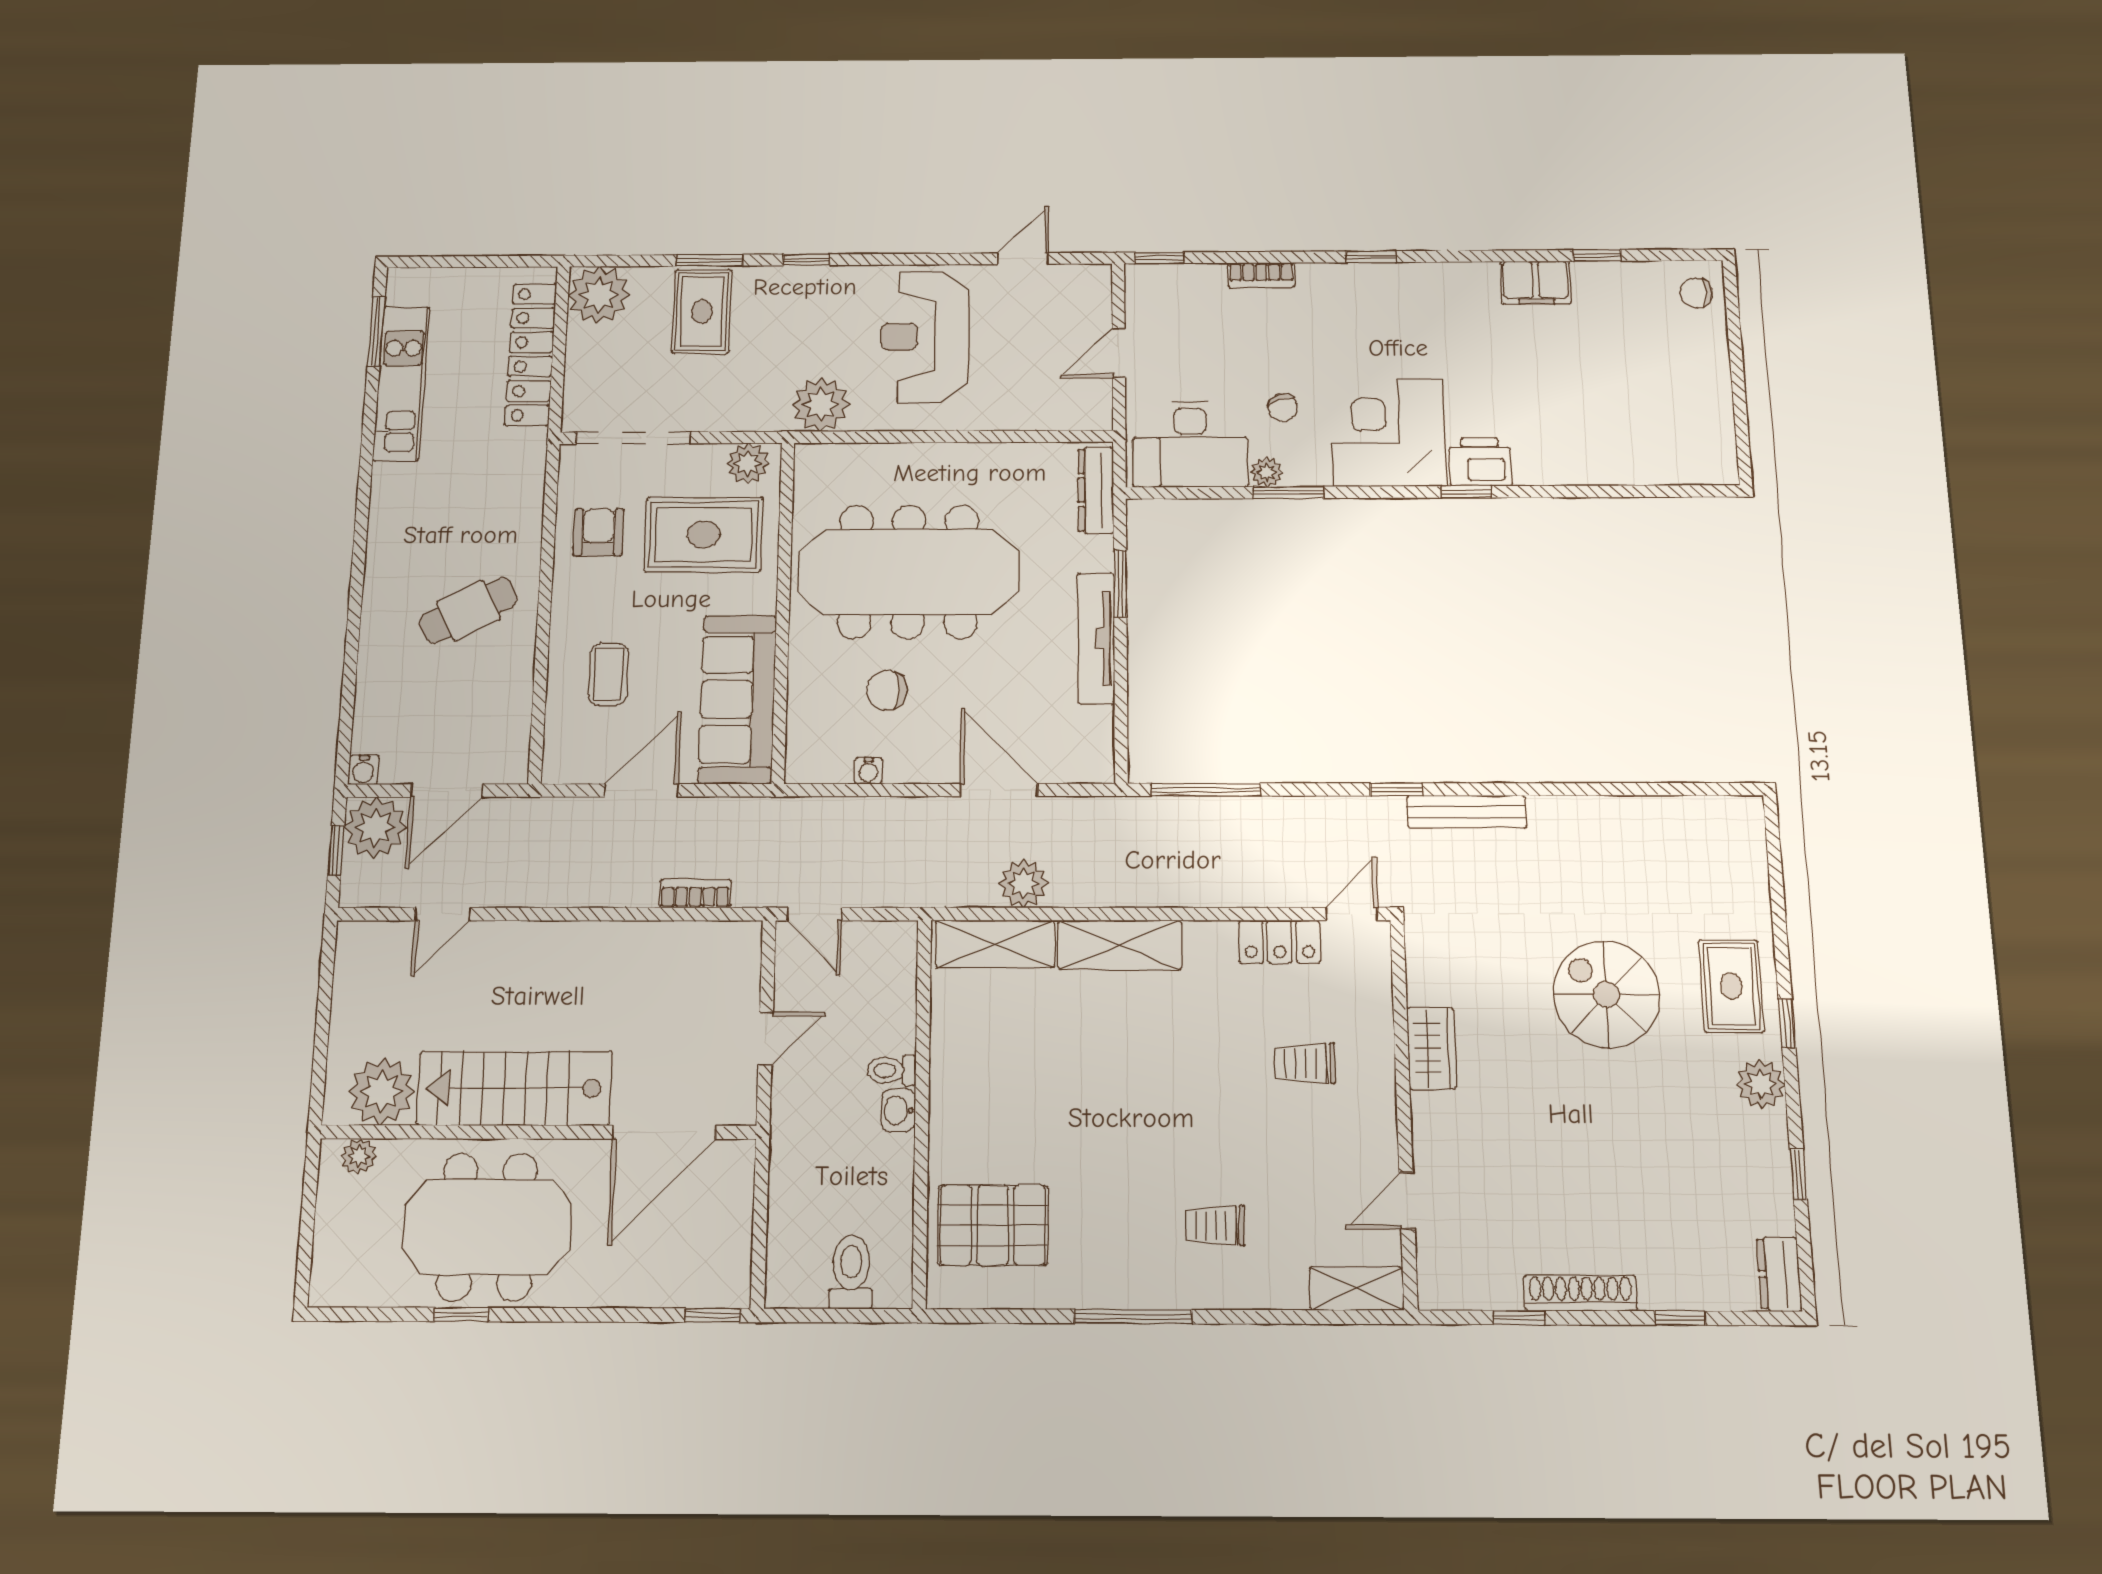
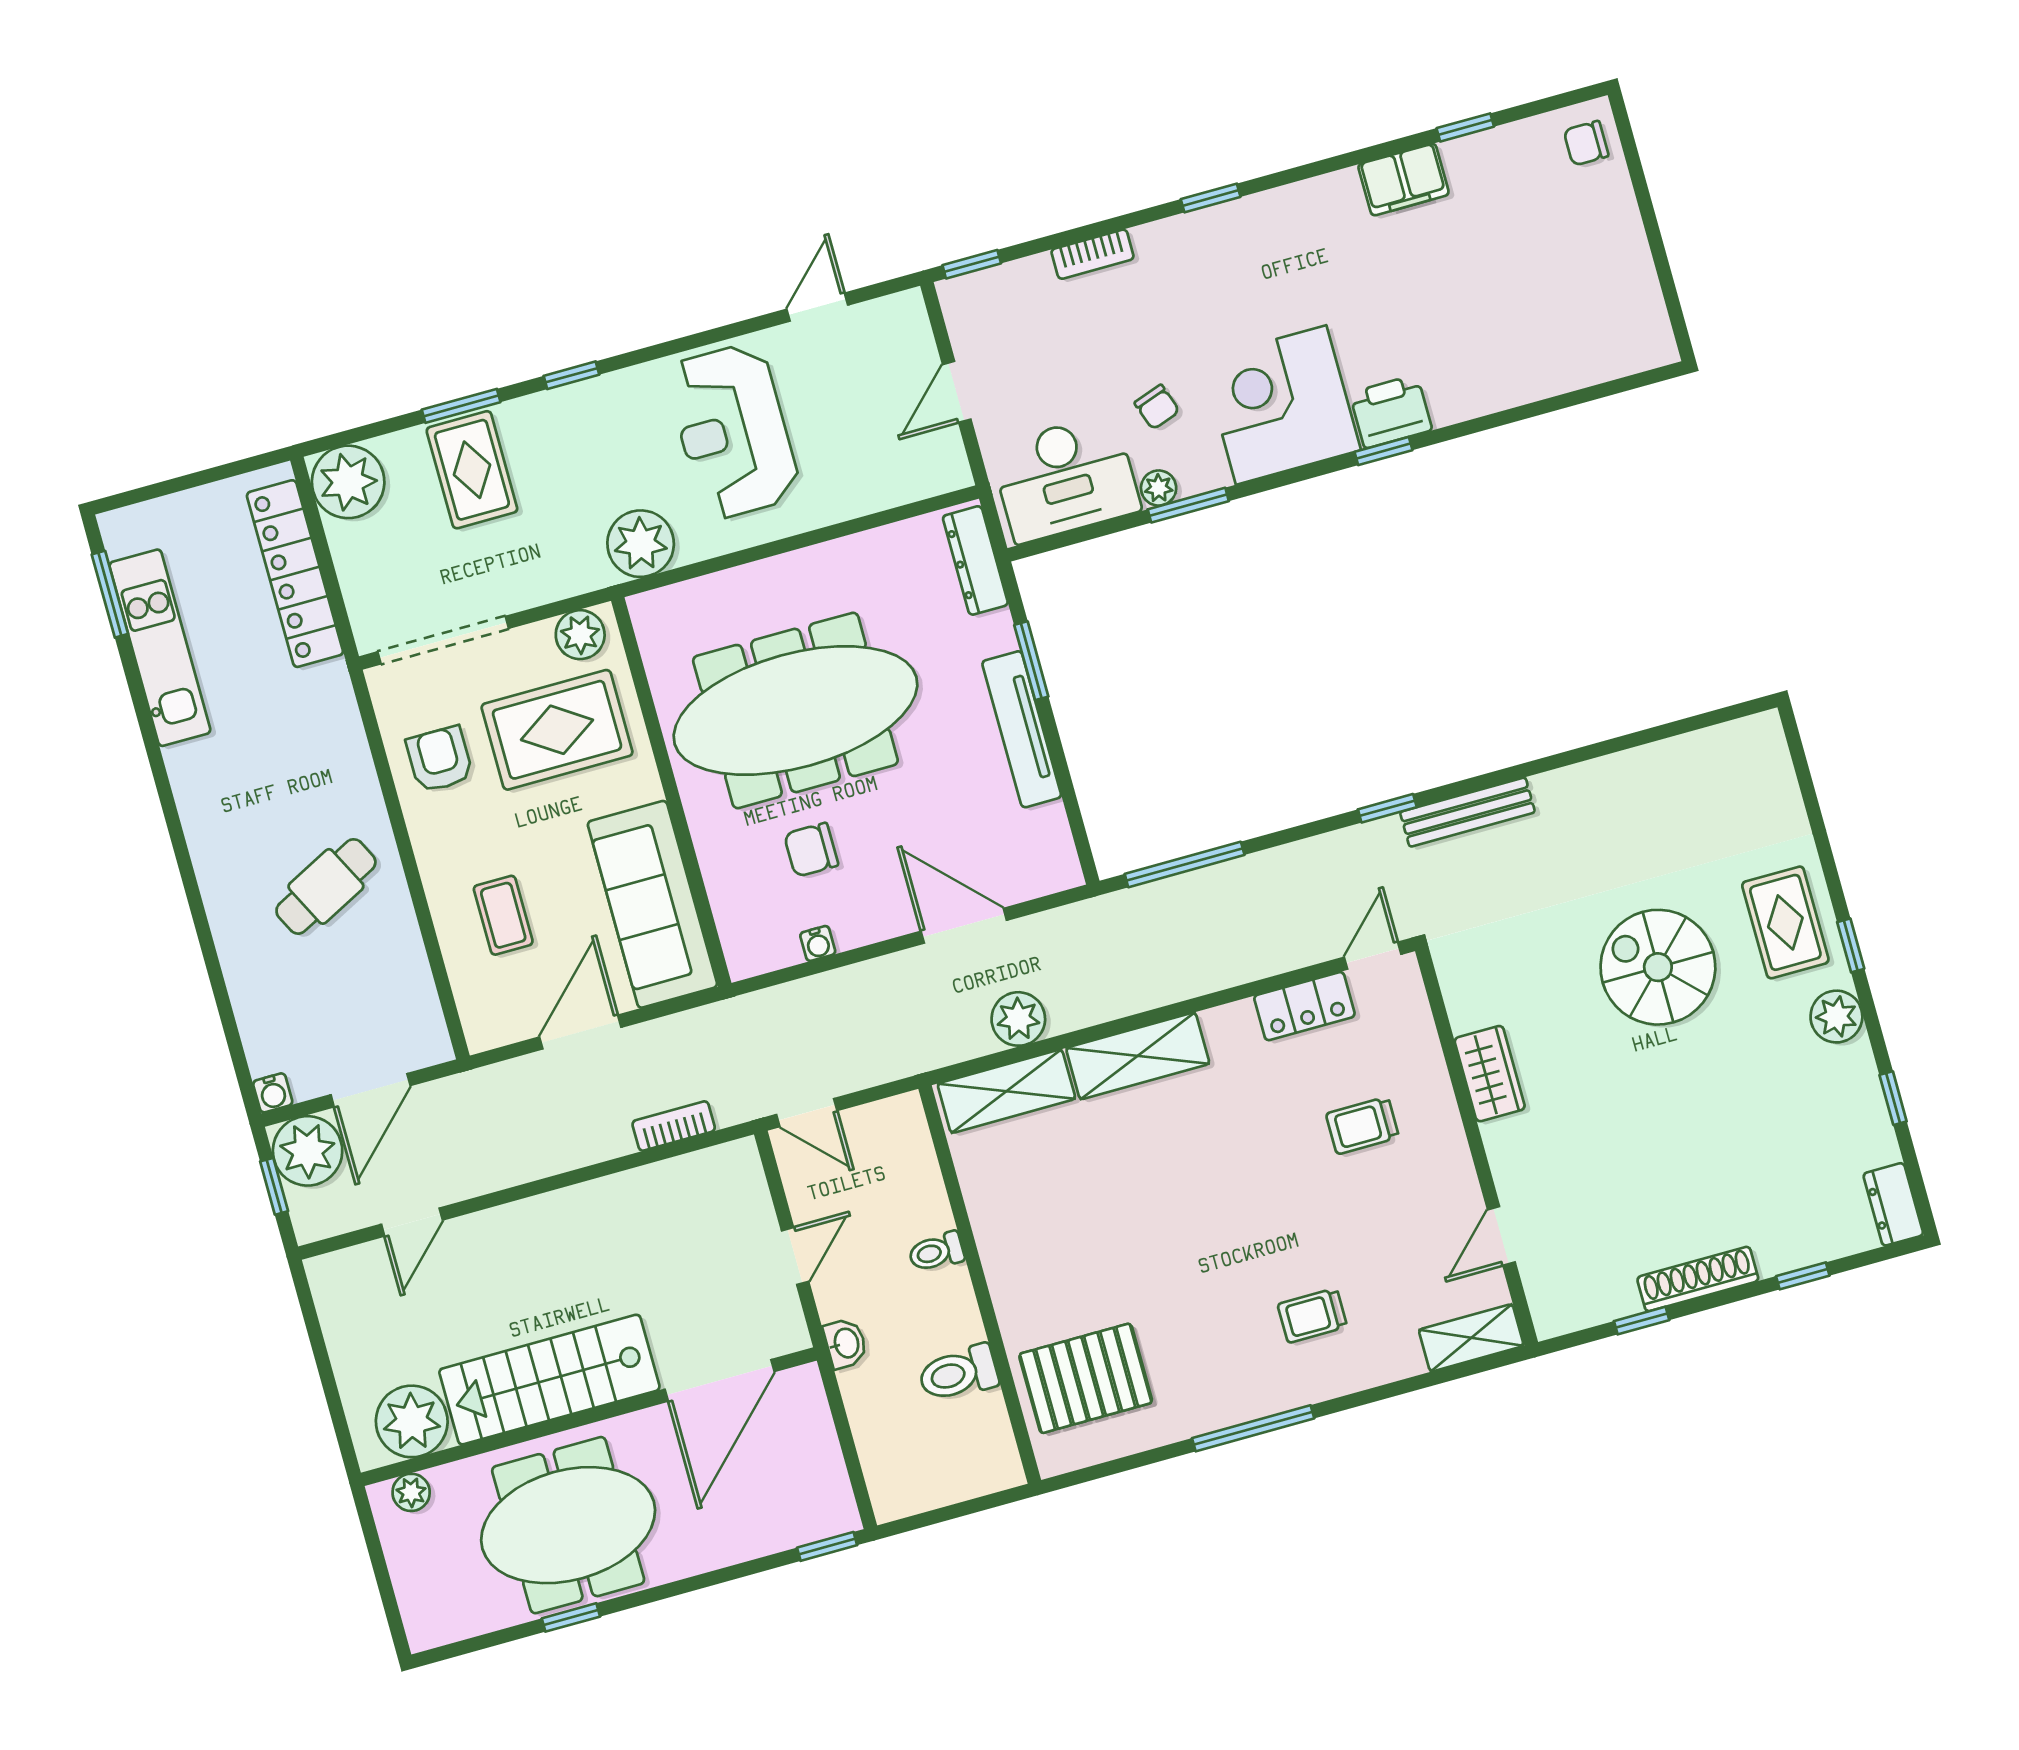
washbasin: (898, 1110) -> (846, 1343), moved, turned 180
toilet: (851, 1272) -> (958, 1373), moved, turned -90

